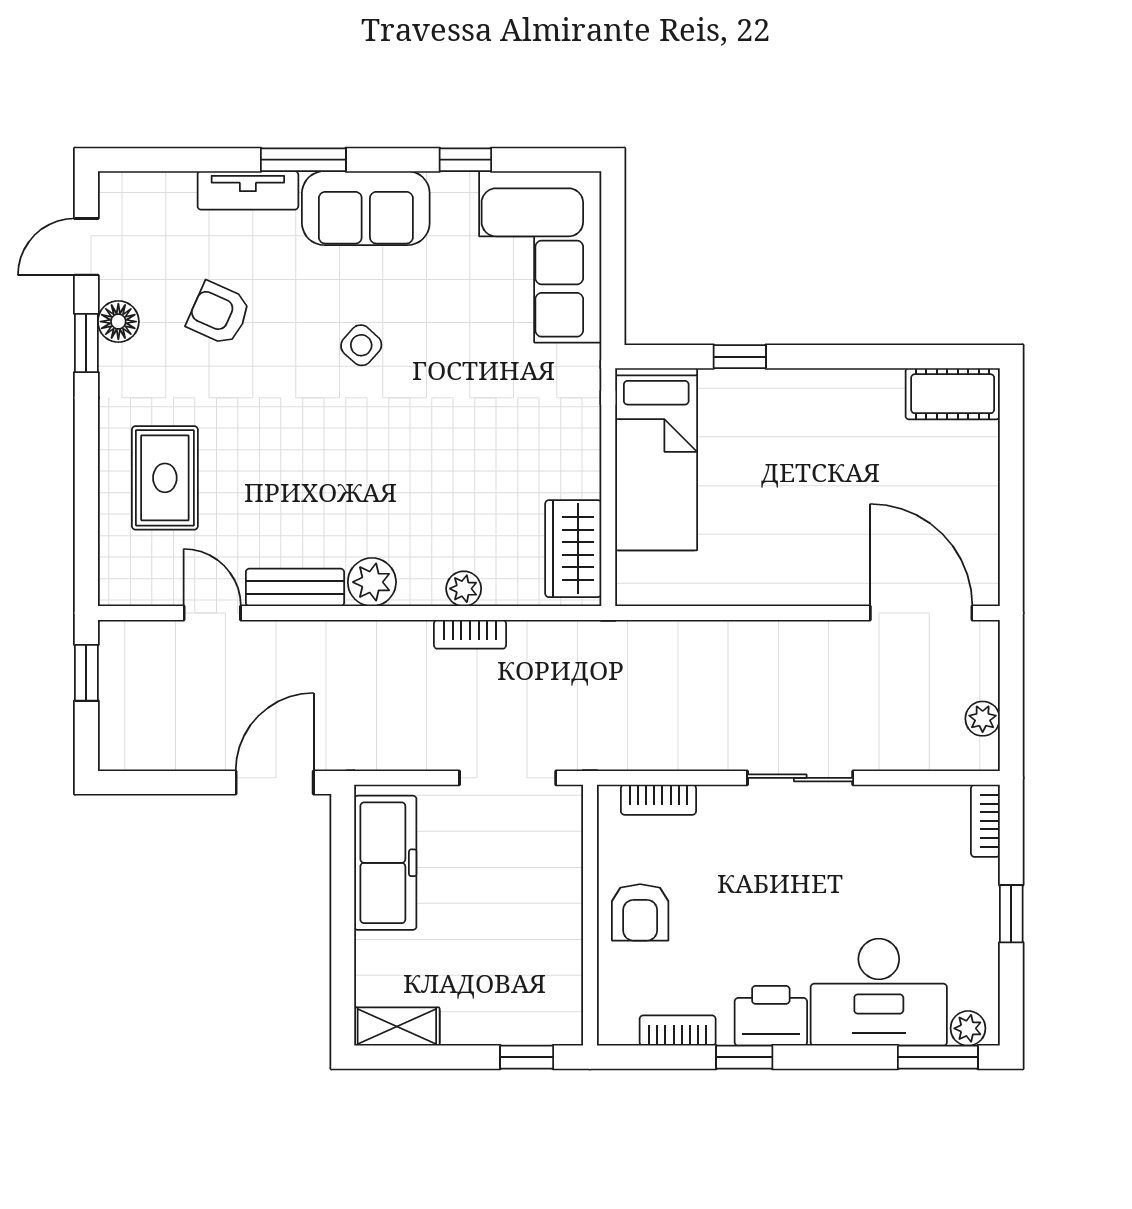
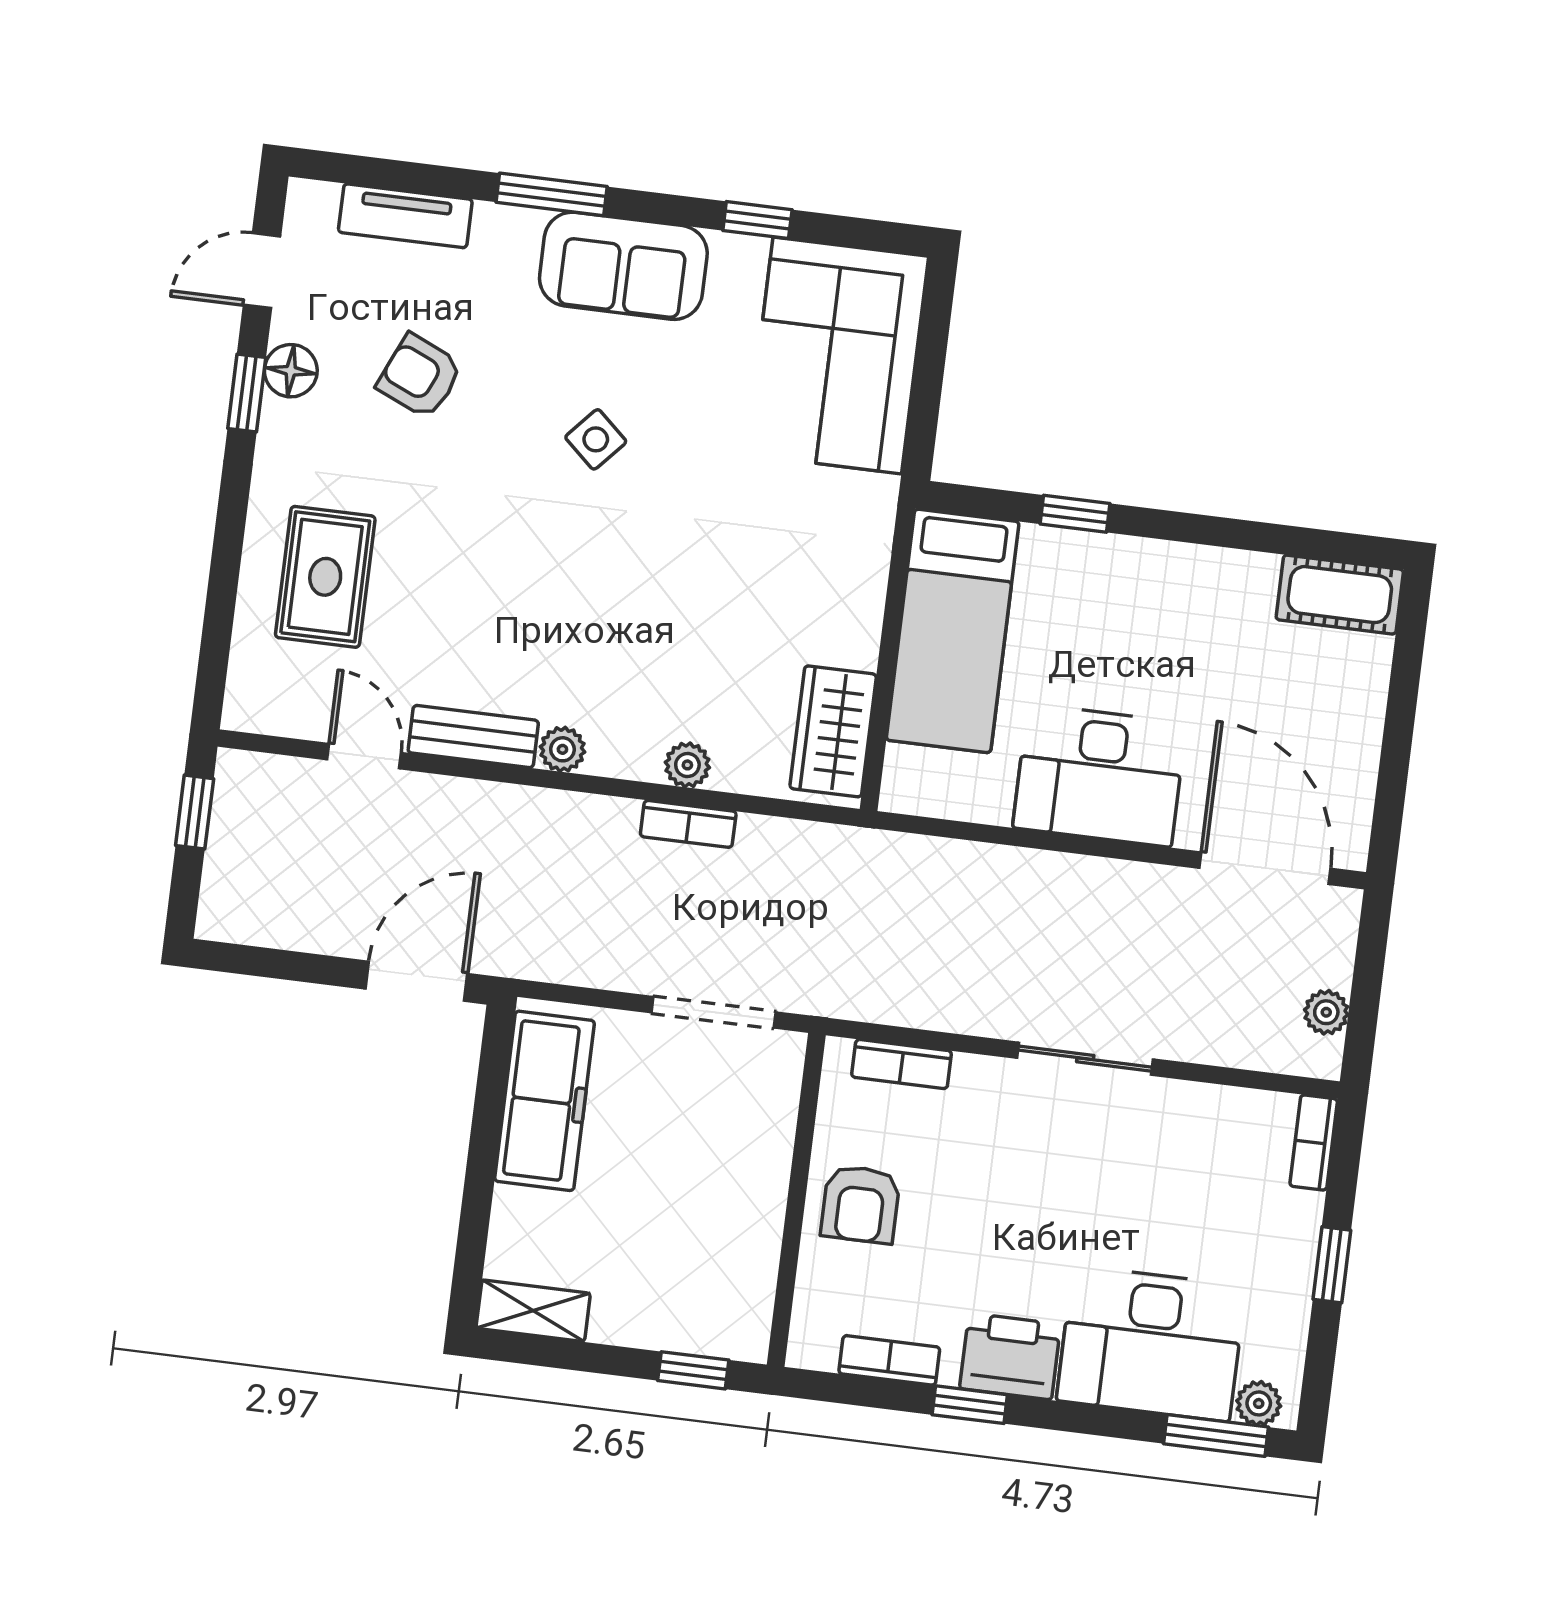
tv unit: (248, 190) -> (405, 216), moved
desk: (784, 557) -> (1100, 775), added
plant: (372, 582) -> (562, 749), width x0.73, depth x0.73

